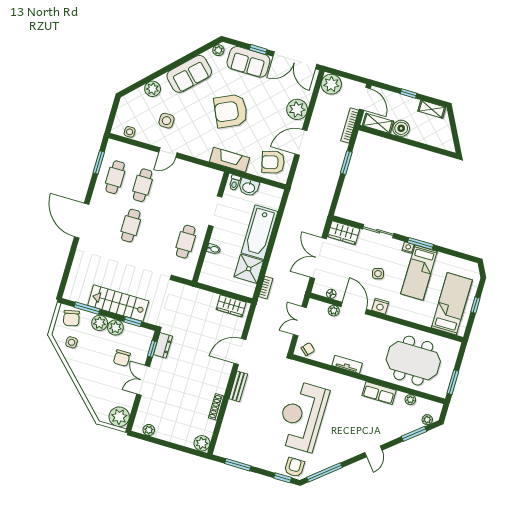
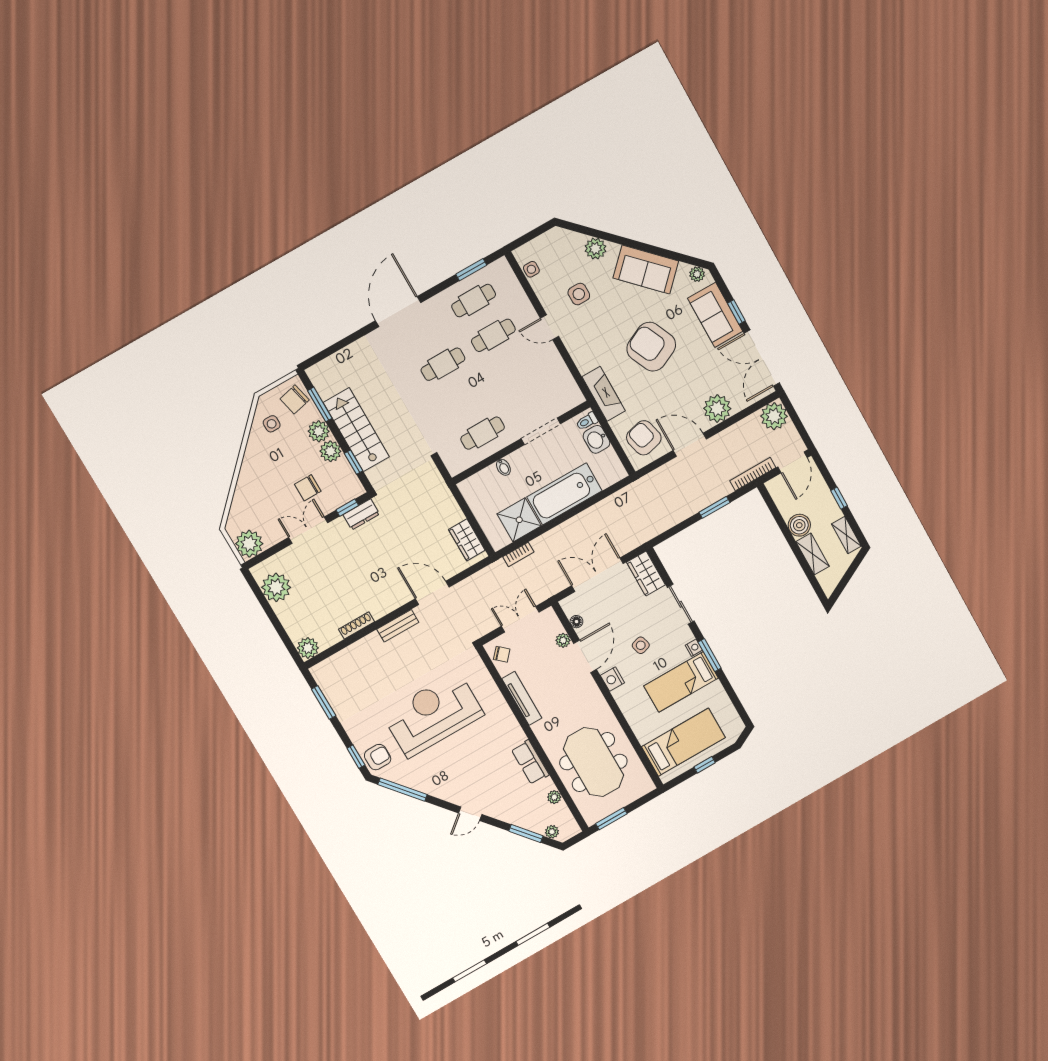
shelving: (378, 123) -> (813, 554), moved
tv unit: (347, 364) -> (522, 698), width x1.41
plant: (149, 430) -> (276, 587), width x1.88, depth x1.88

